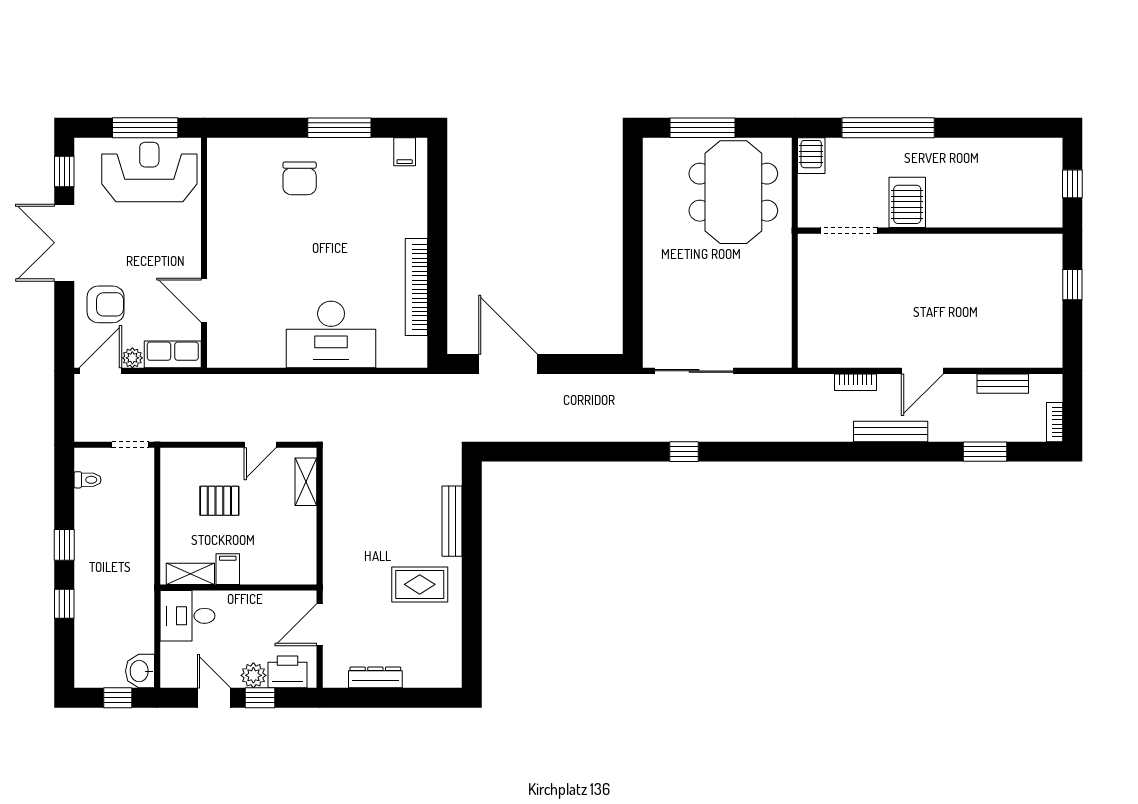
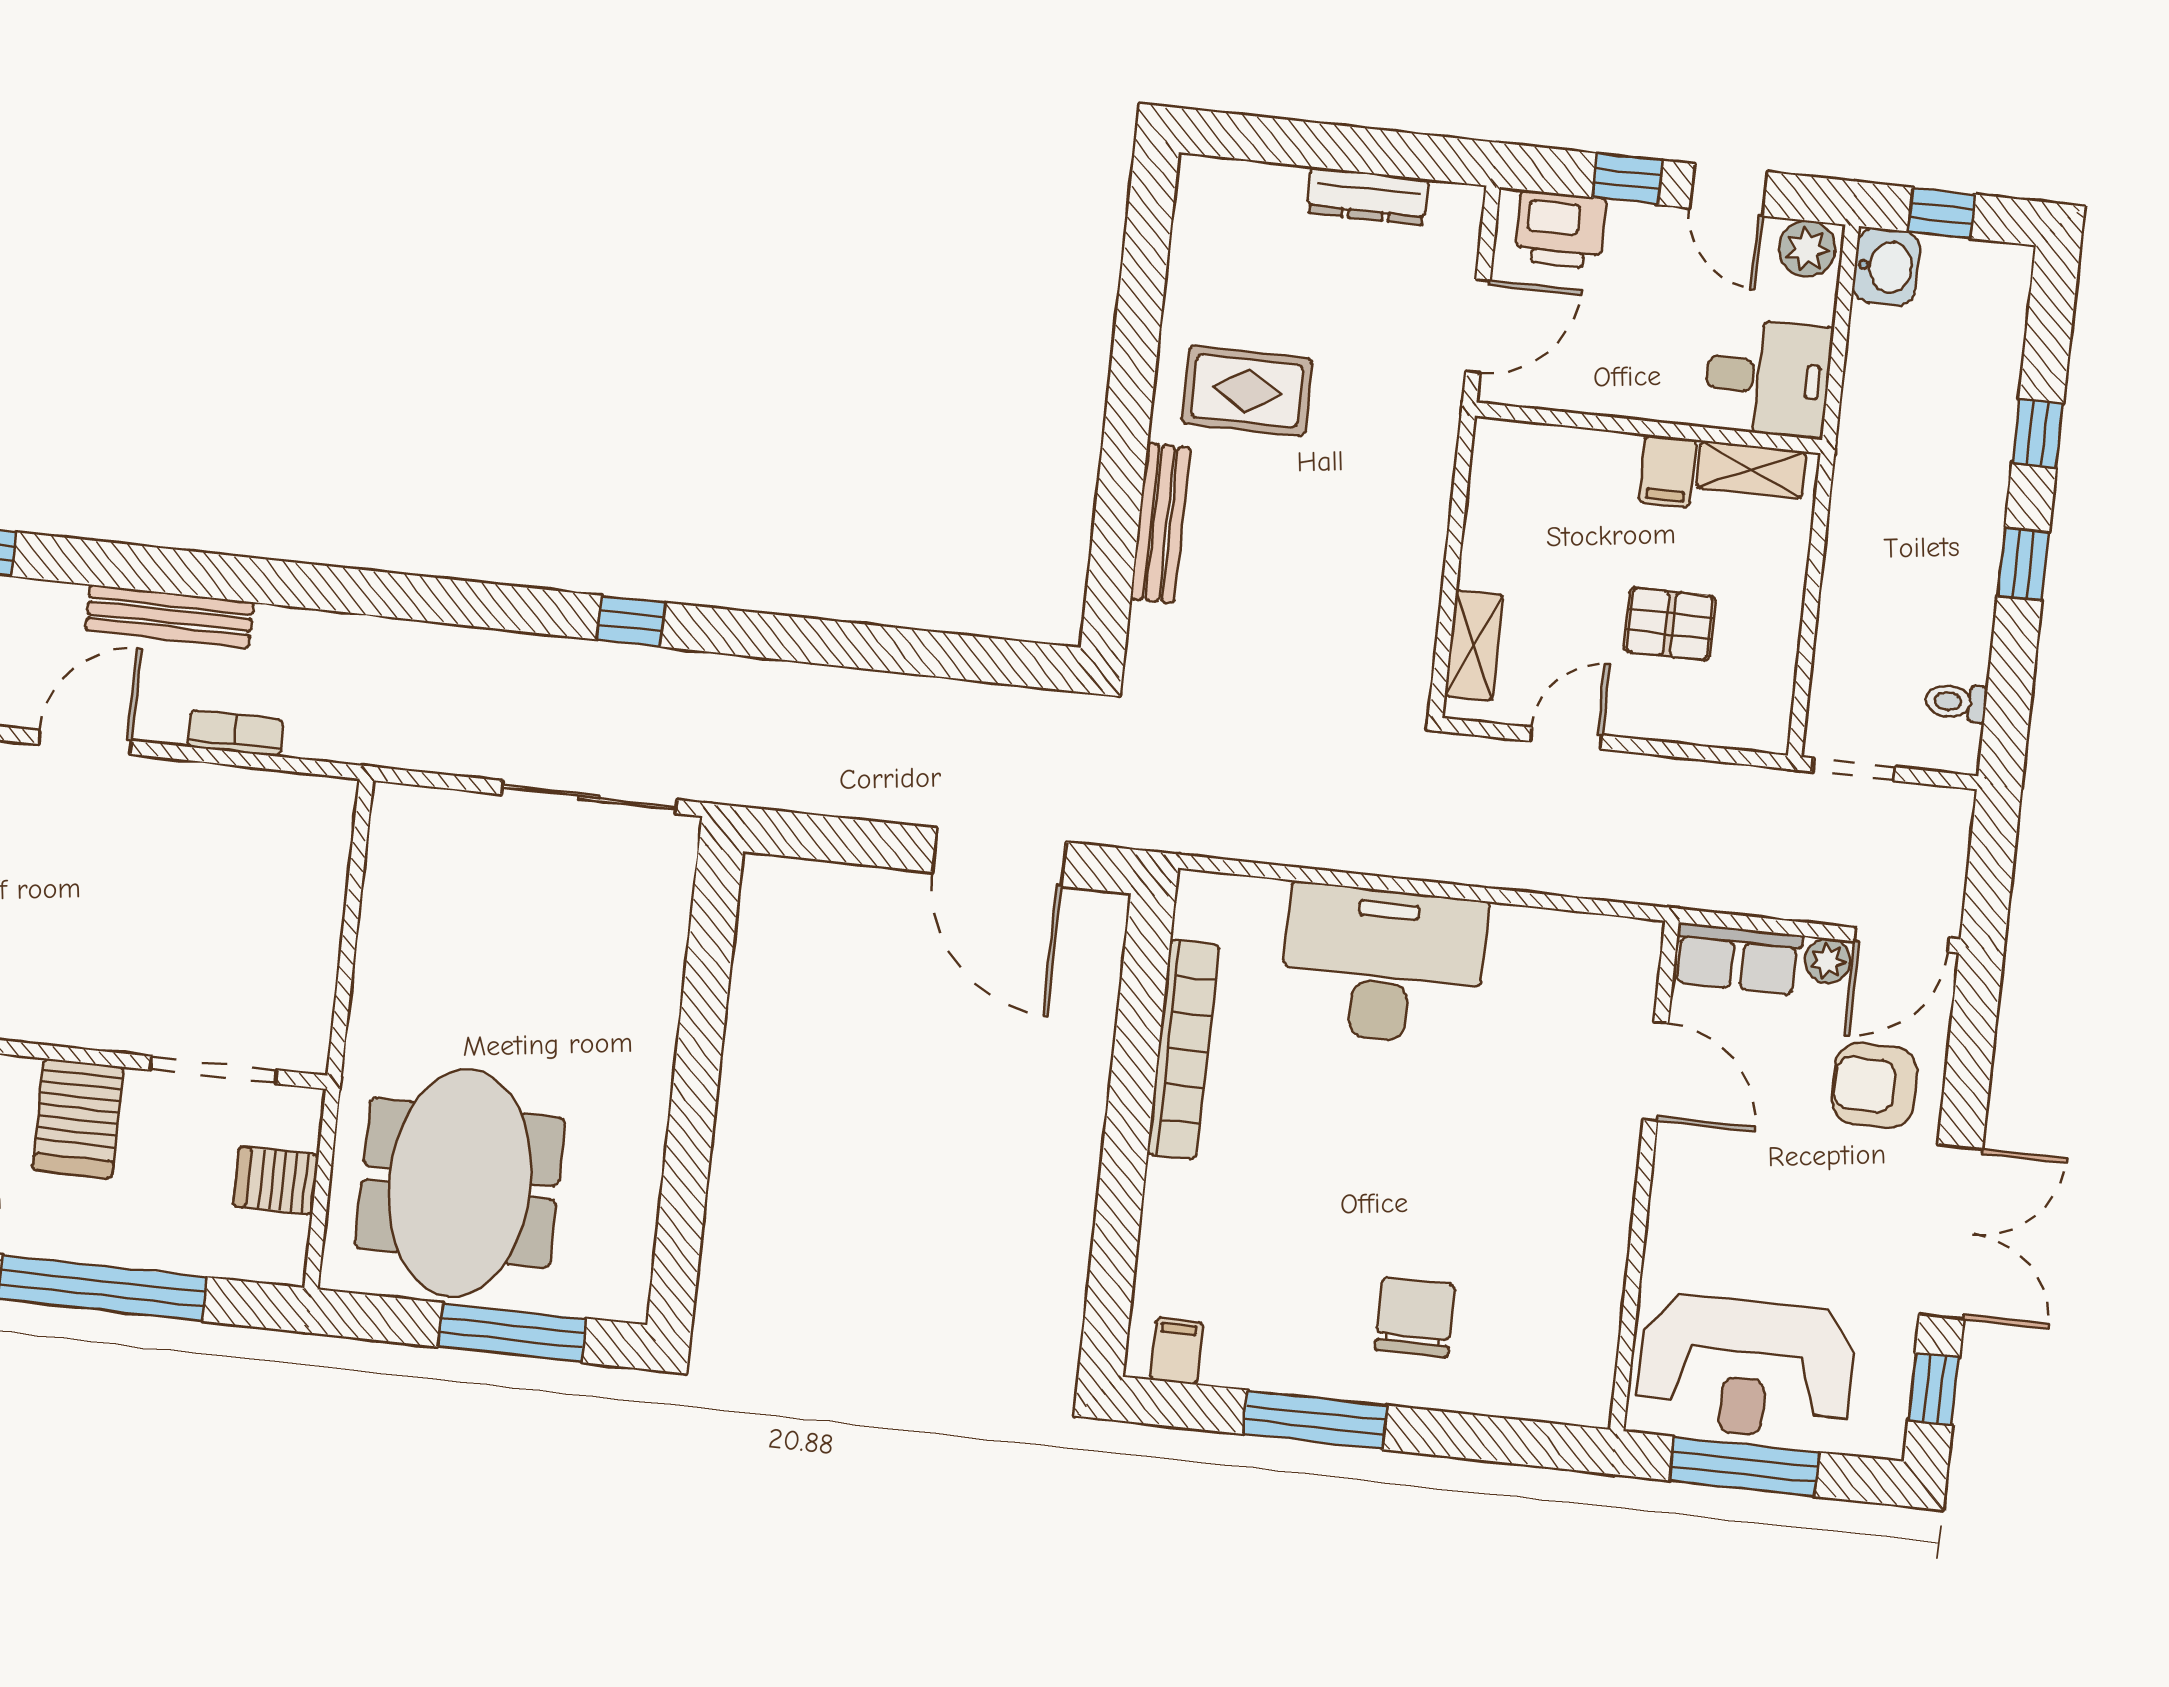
server rack: (811, 156) -> (276, 1181), moved, turned -90
plant: (253, 675) -> (1807, 249), moved

